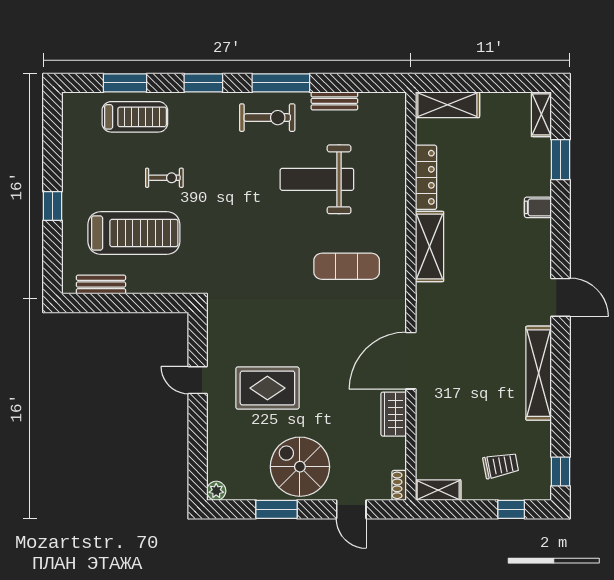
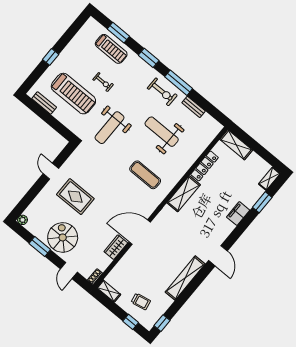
filing cabinet: (538, 207) -> (238, 214), width x2.00
weight bench: (232, 239) -> (109, 128), added

